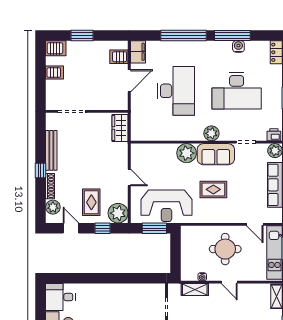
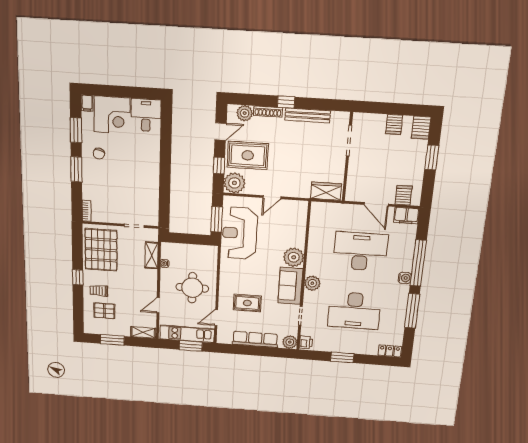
water cooler: (238, 46) -> (405, 278), moved
desk: (176, 91) -> (360, 251), turned 180
desk: (237, 91) -> (354, 311), turned -90
rug: (213, 189) -> (247, 303), moved, turned 90
rug: (91, 202) -> (248, 155), width x1.36, depth x1.43
door: (229, 282) -> (158, 305), moved

